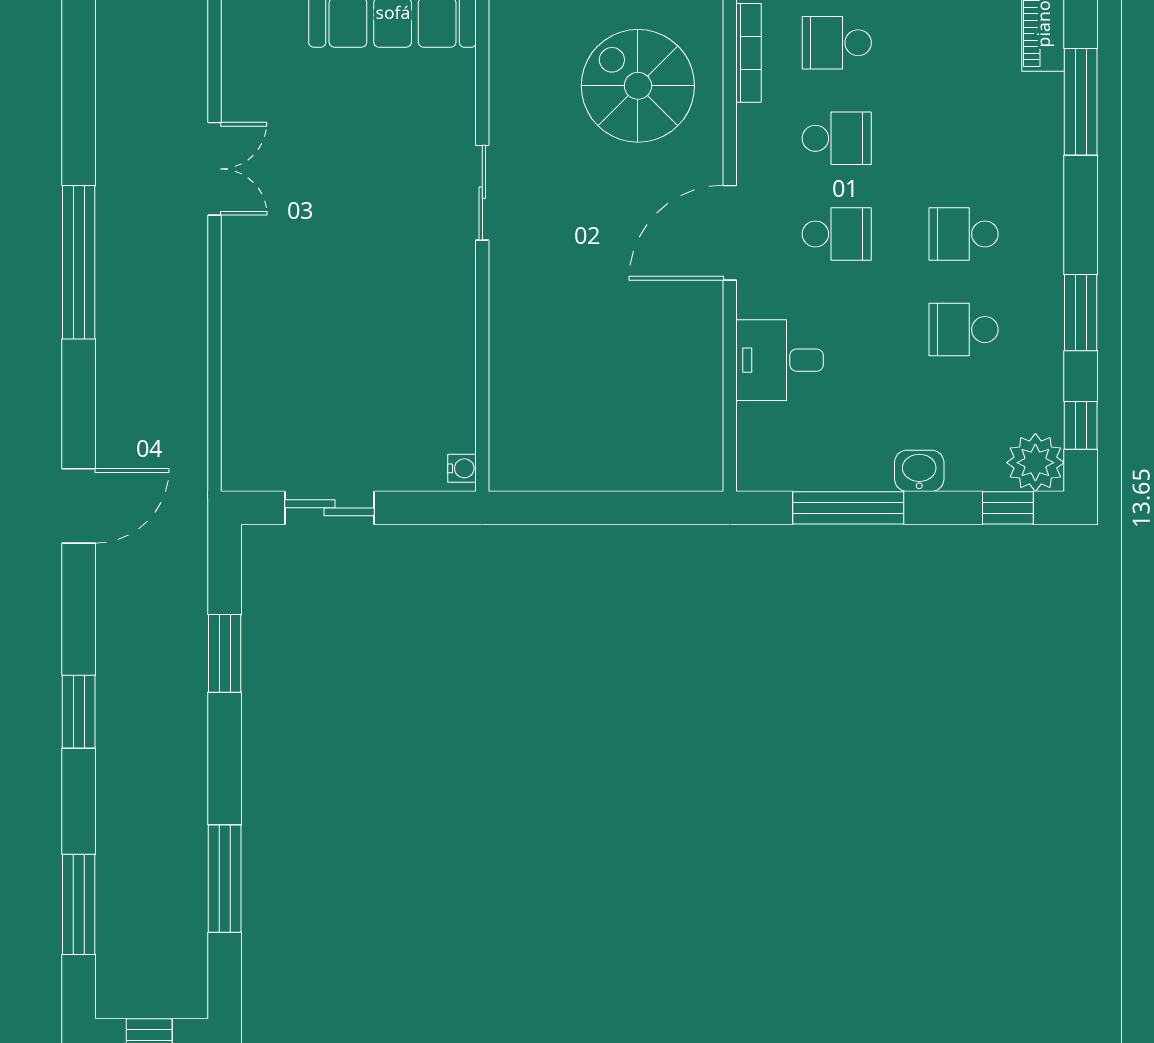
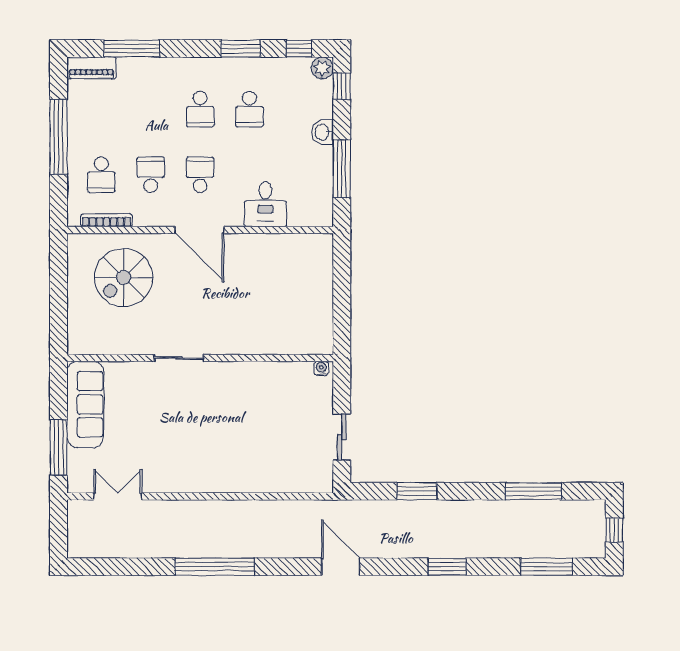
double door: (215, 169) -> (118, 496), moved
plant: (1035, 463) -> (322, 68), width x0.73, depth x0.73

